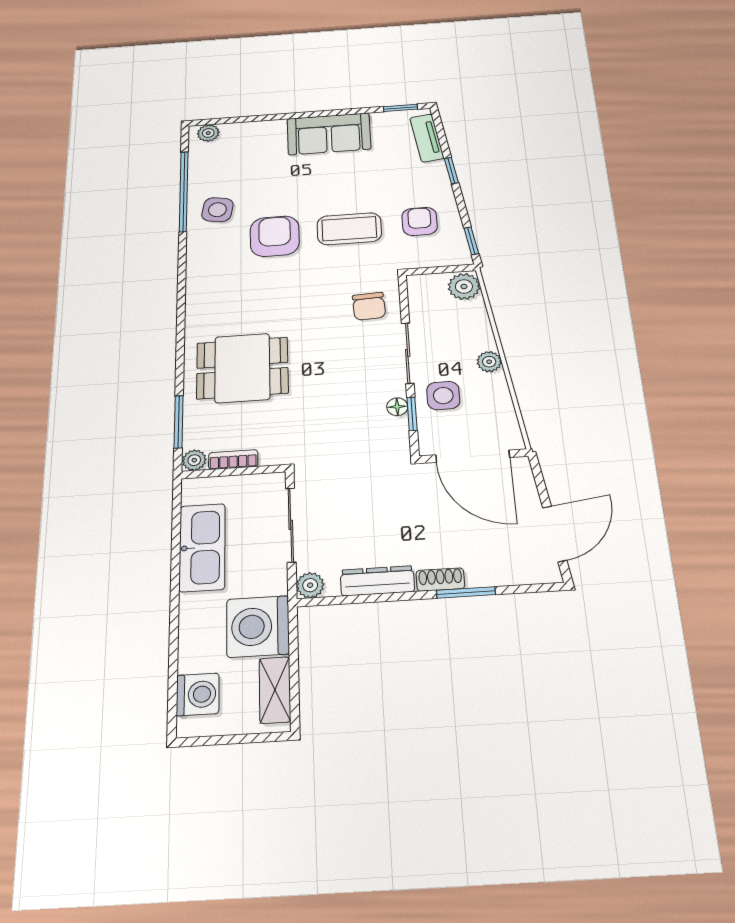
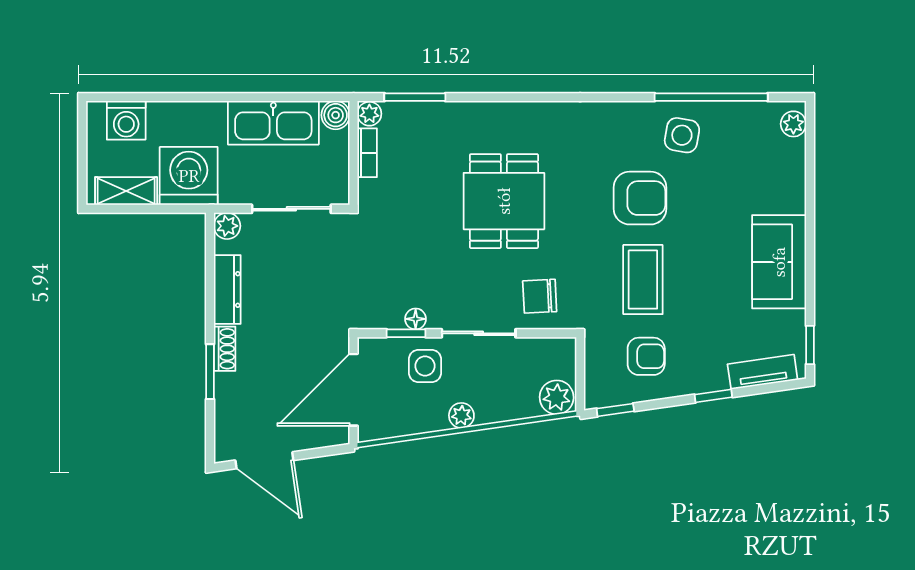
dining table: (242, 368) -> (504, 201), moved
boiler: (195, 490) -> (336, 115), added

